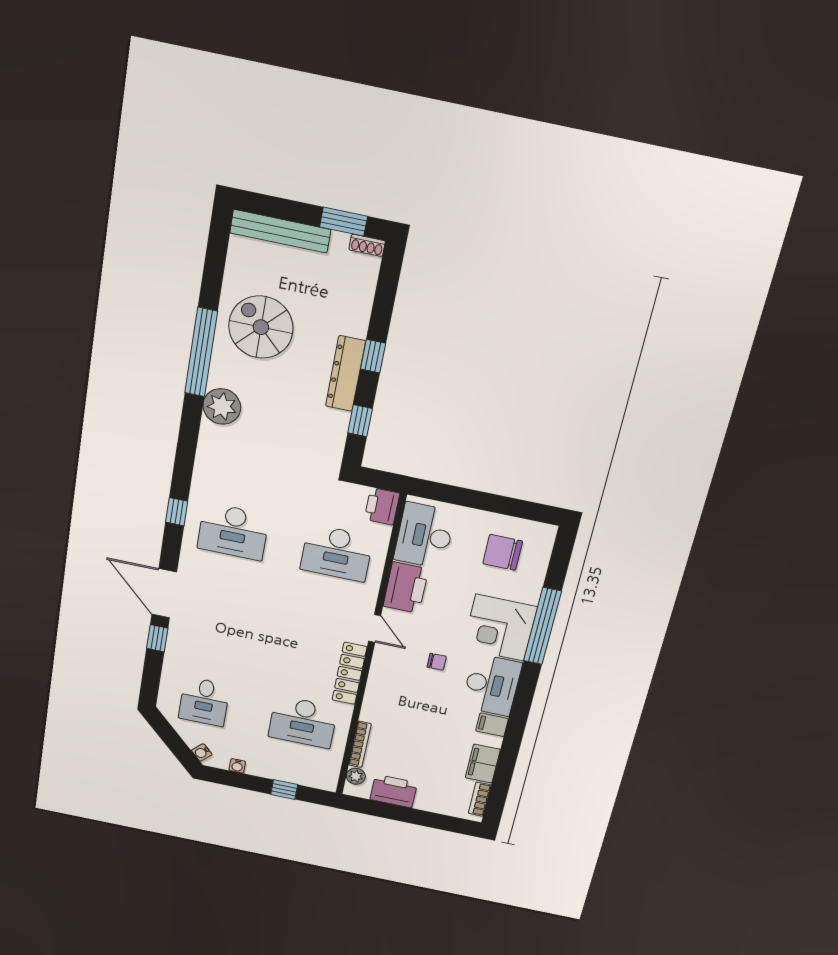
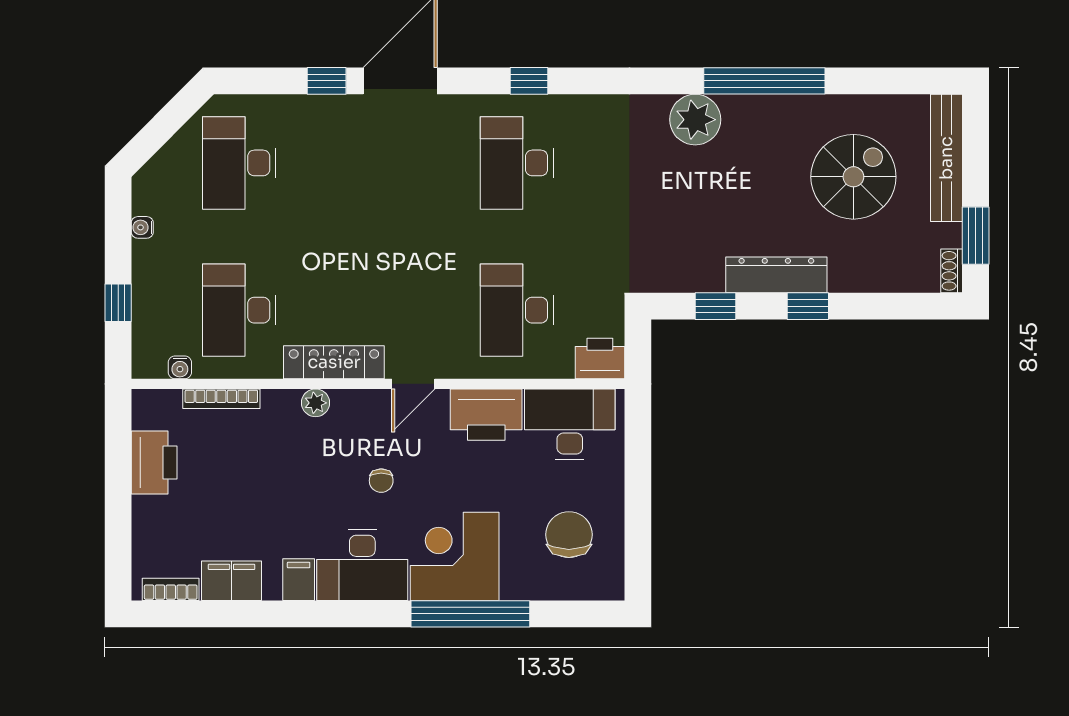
spiral stairs: (261, 327) -> (853, 177), moved
desk: (204, 702) -> (239, 163), width x1.37
water cooler: (202, 752) -> (180, 367), moved, turned -135
plant: (356, 776) -> (315, 403), moved

